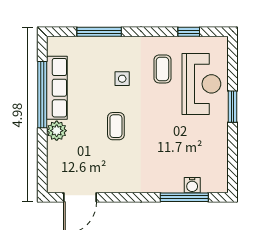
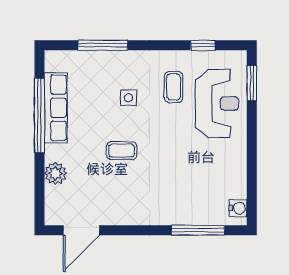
window: (232, 107) -> (252, 83), moved
coffee table: (116, 126) -> (122, 151), turned 90
plant: (57, 131) -> (55, 173), moved
water cooler: (192, 185) -> (238, 208), moved, turned -90

